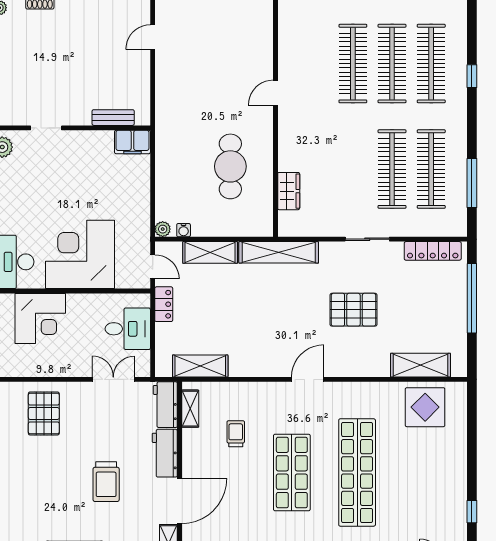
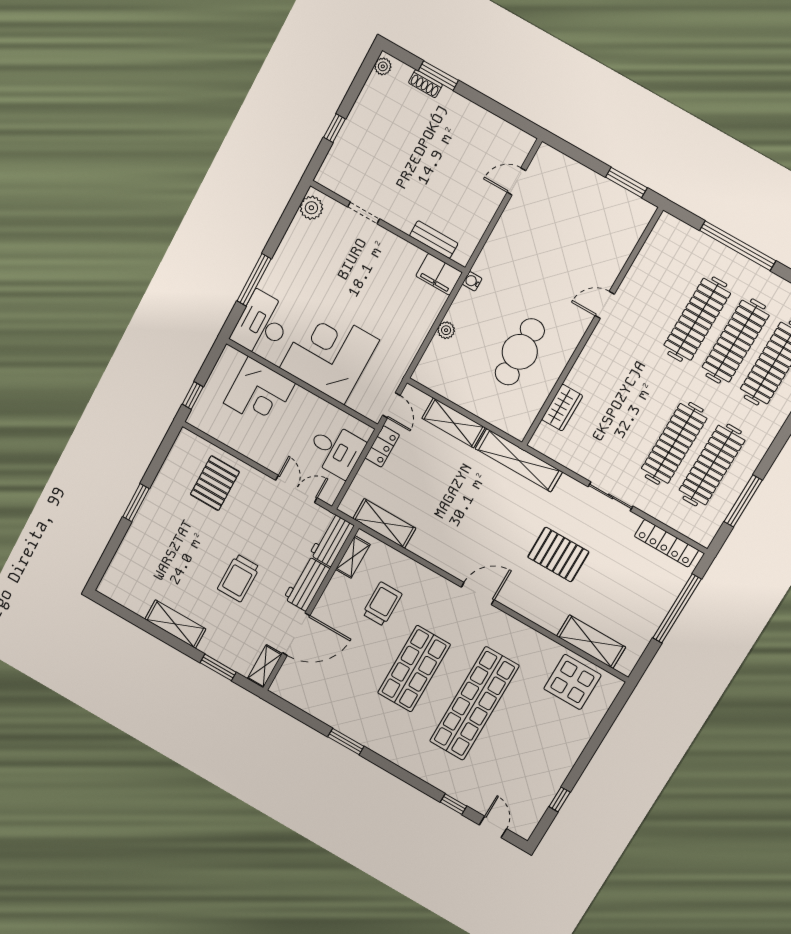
plant: (163, 229) -> (446, 330), moved
water cooler: (184, 230) -> (472, 281), moved, turned 90
trolley: (236, 434) -> (382, 604), width x1.36, depth x1.39

